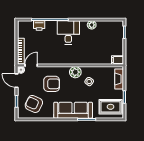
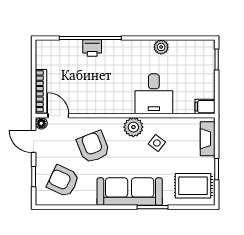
printer: (39, 26) -> (92, 48), moved
desk: (68, 32) -> (154, 94), moved, turned 180
door: (31, 65) -> (58, 116), hinge flipped
armchair: (52, 84) -> (93, 147), turned -111

